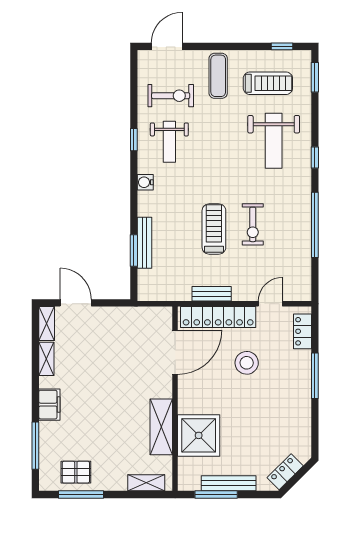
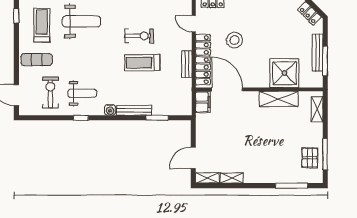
bench: (144, 243) -> (134, 110), moved
filing cabinet: (49, 405) -> (203, 102), moved, turned 90

